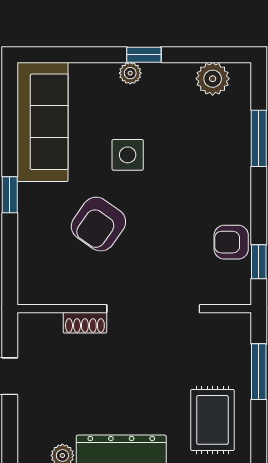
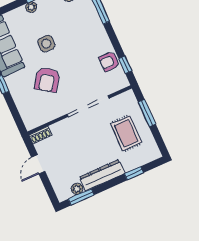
shoe rack: (85, 323) -> (40, 135), moved
rug: (212, 420) -> (126, 133), moved

